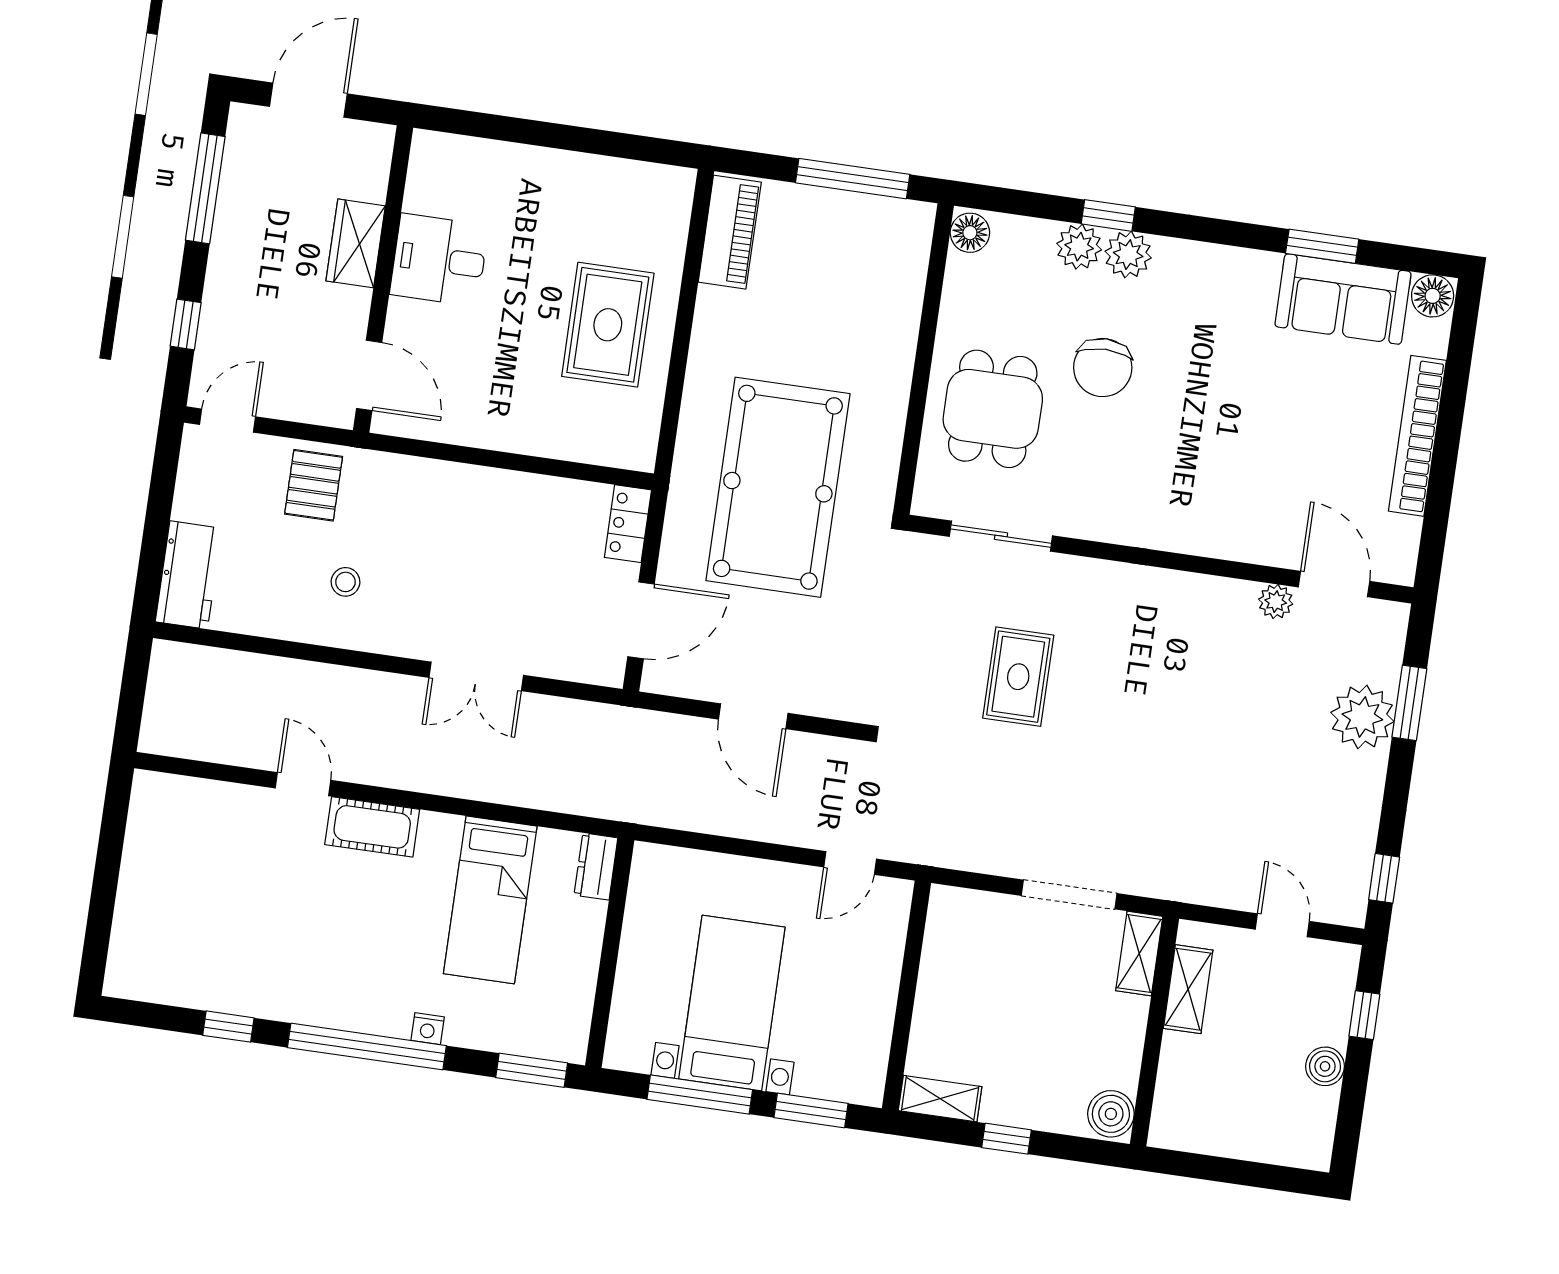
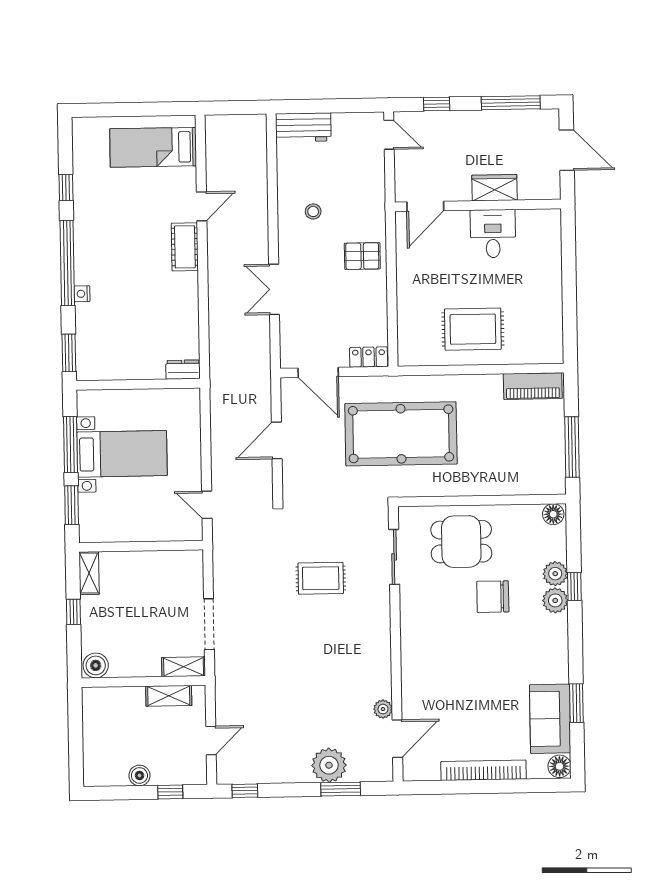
pallet: (314, 485) -> (362, 256), moved
bed: (490, 900) -> (153, 147), moved

